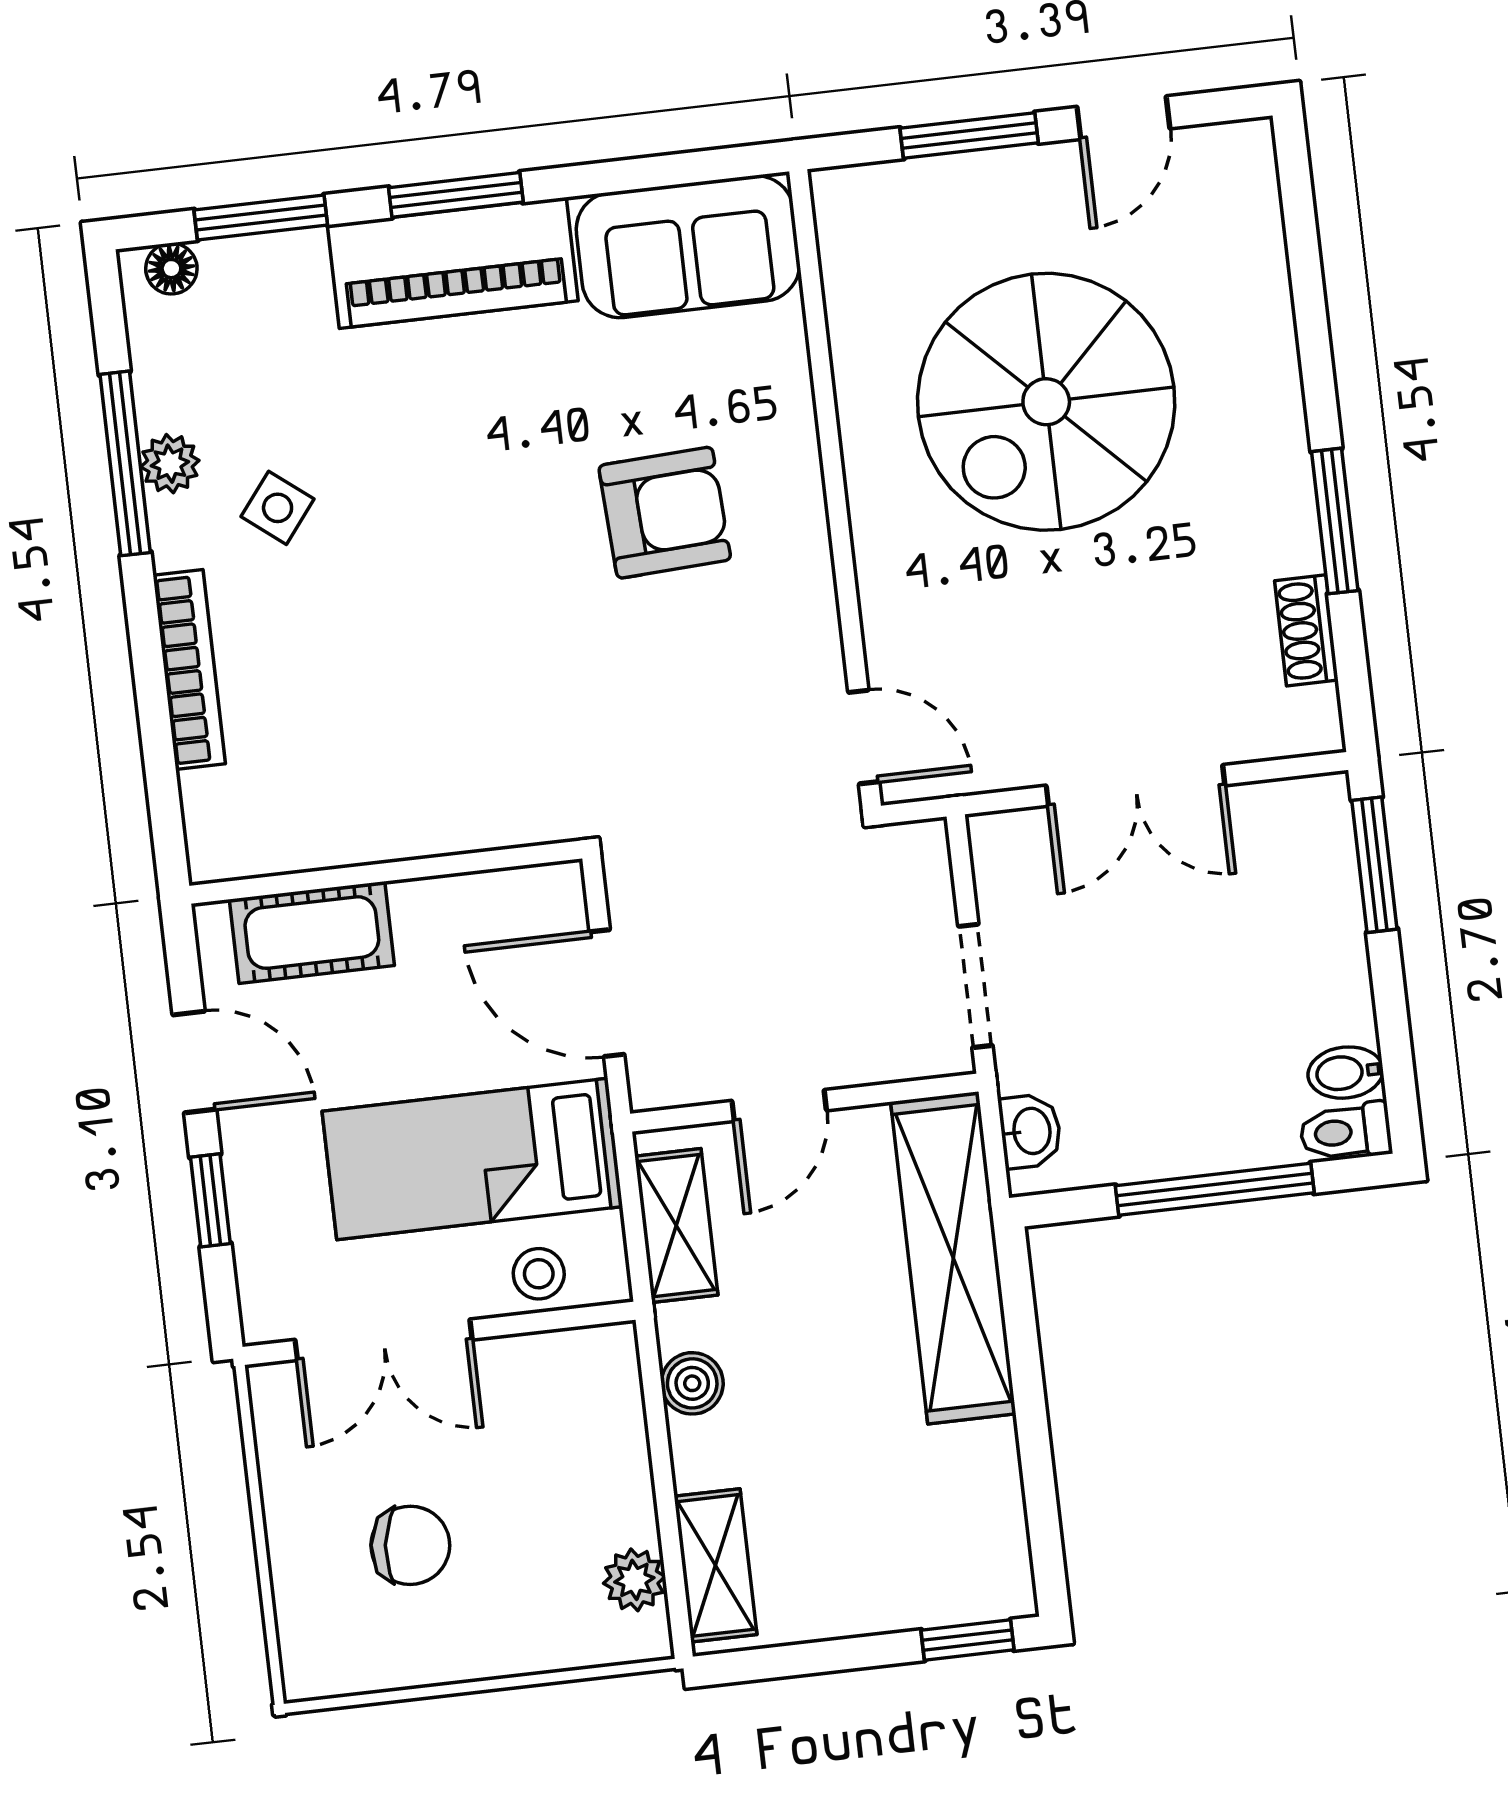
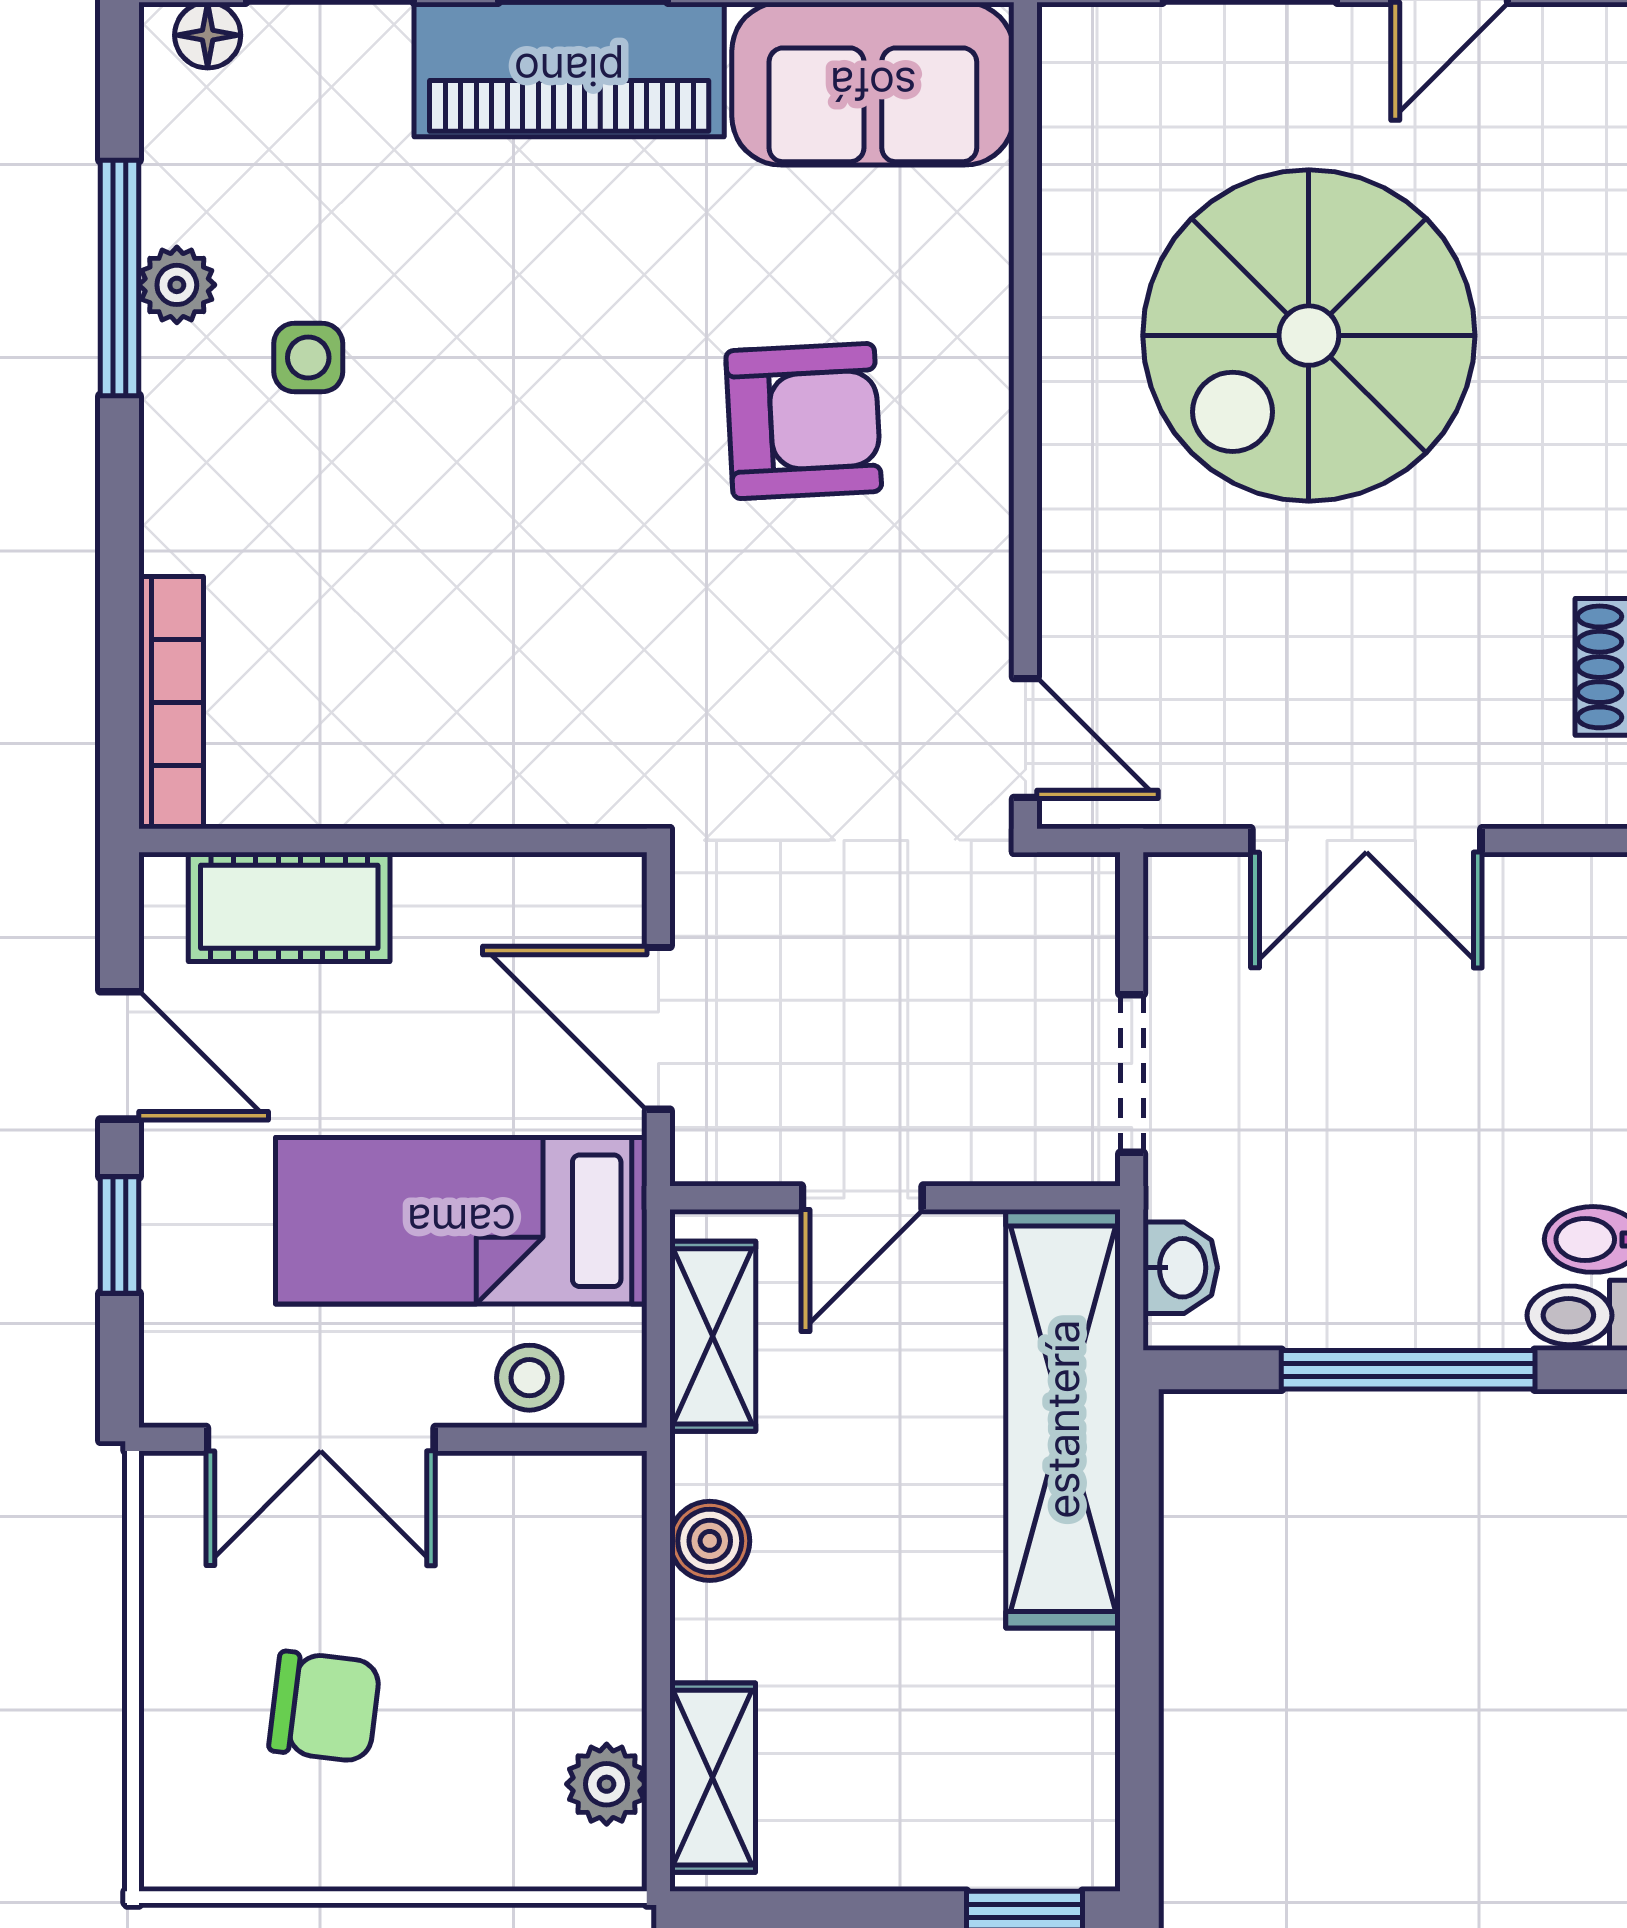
side table: (278, 508) -> (308, 358), turned -38
bookcase: (189, 670) -> (171, 703), moved

